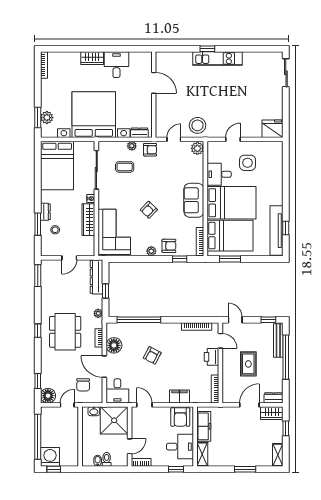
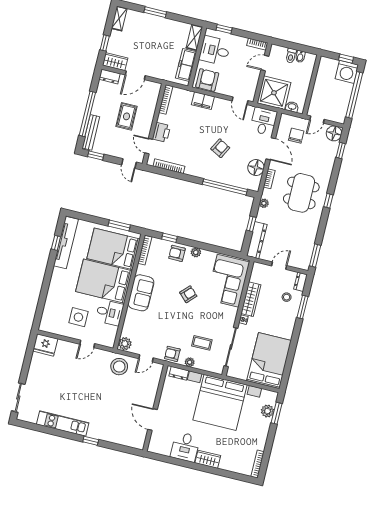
kitchen unit: (218, 59) -> (63, 423), moved
dresser: (45, 212) -> (301, 282), moved

